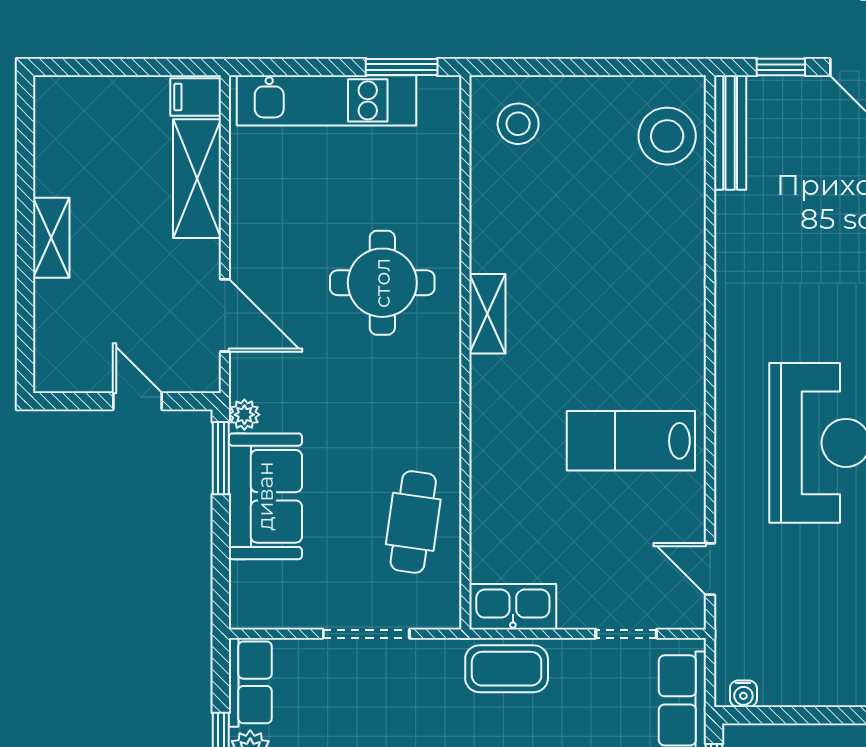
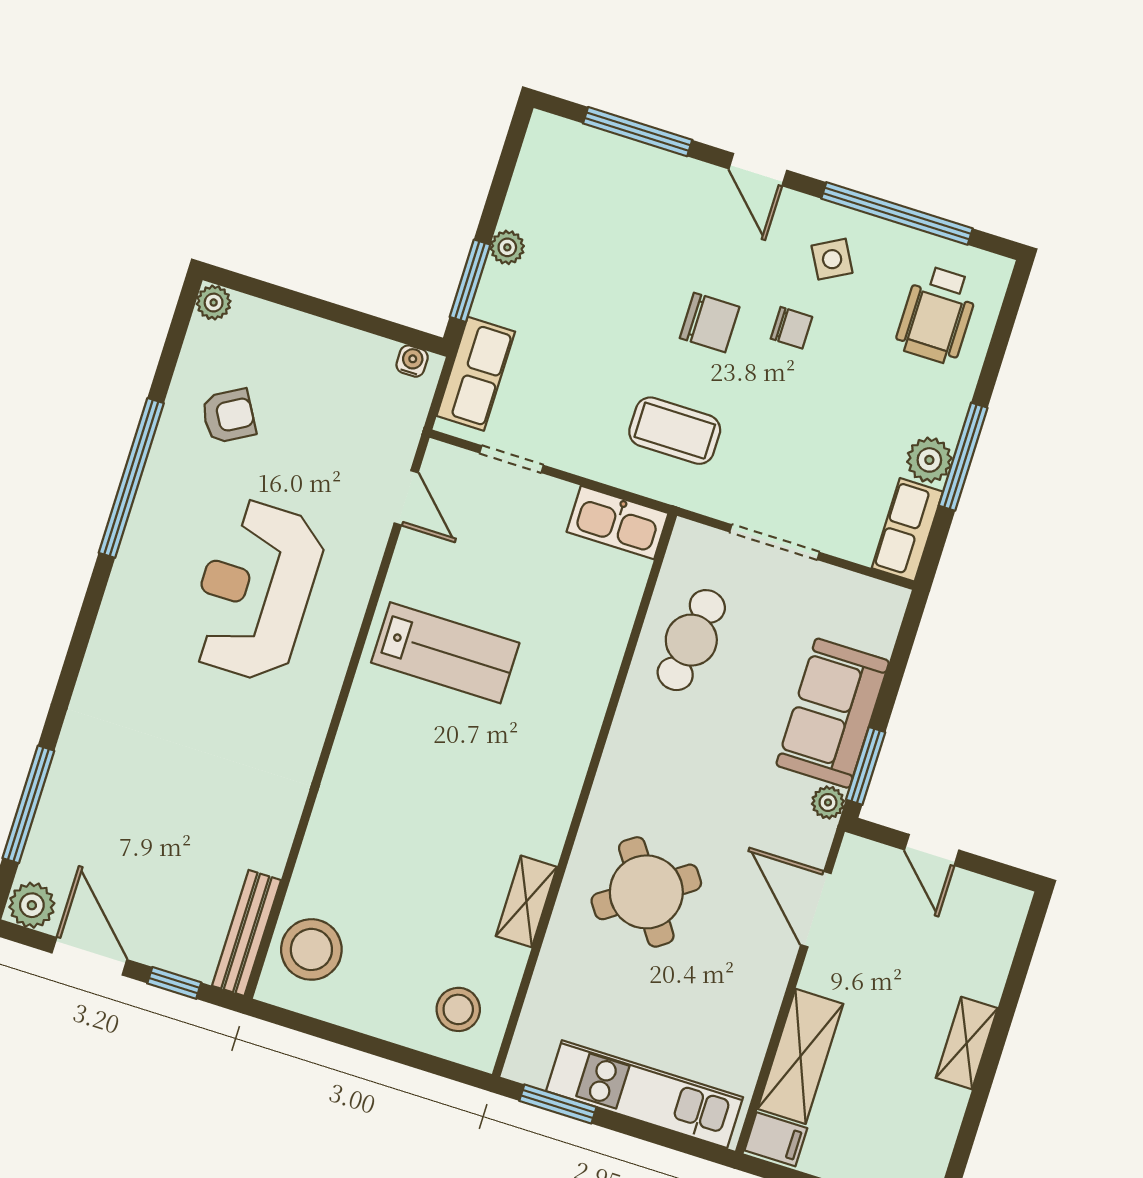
round table: (382, 283) -> (646, 892), turned -35
shelving: (487, 314) -> (526, 901), moved
coffee table: (507, 669) -> (675, 431), moved

